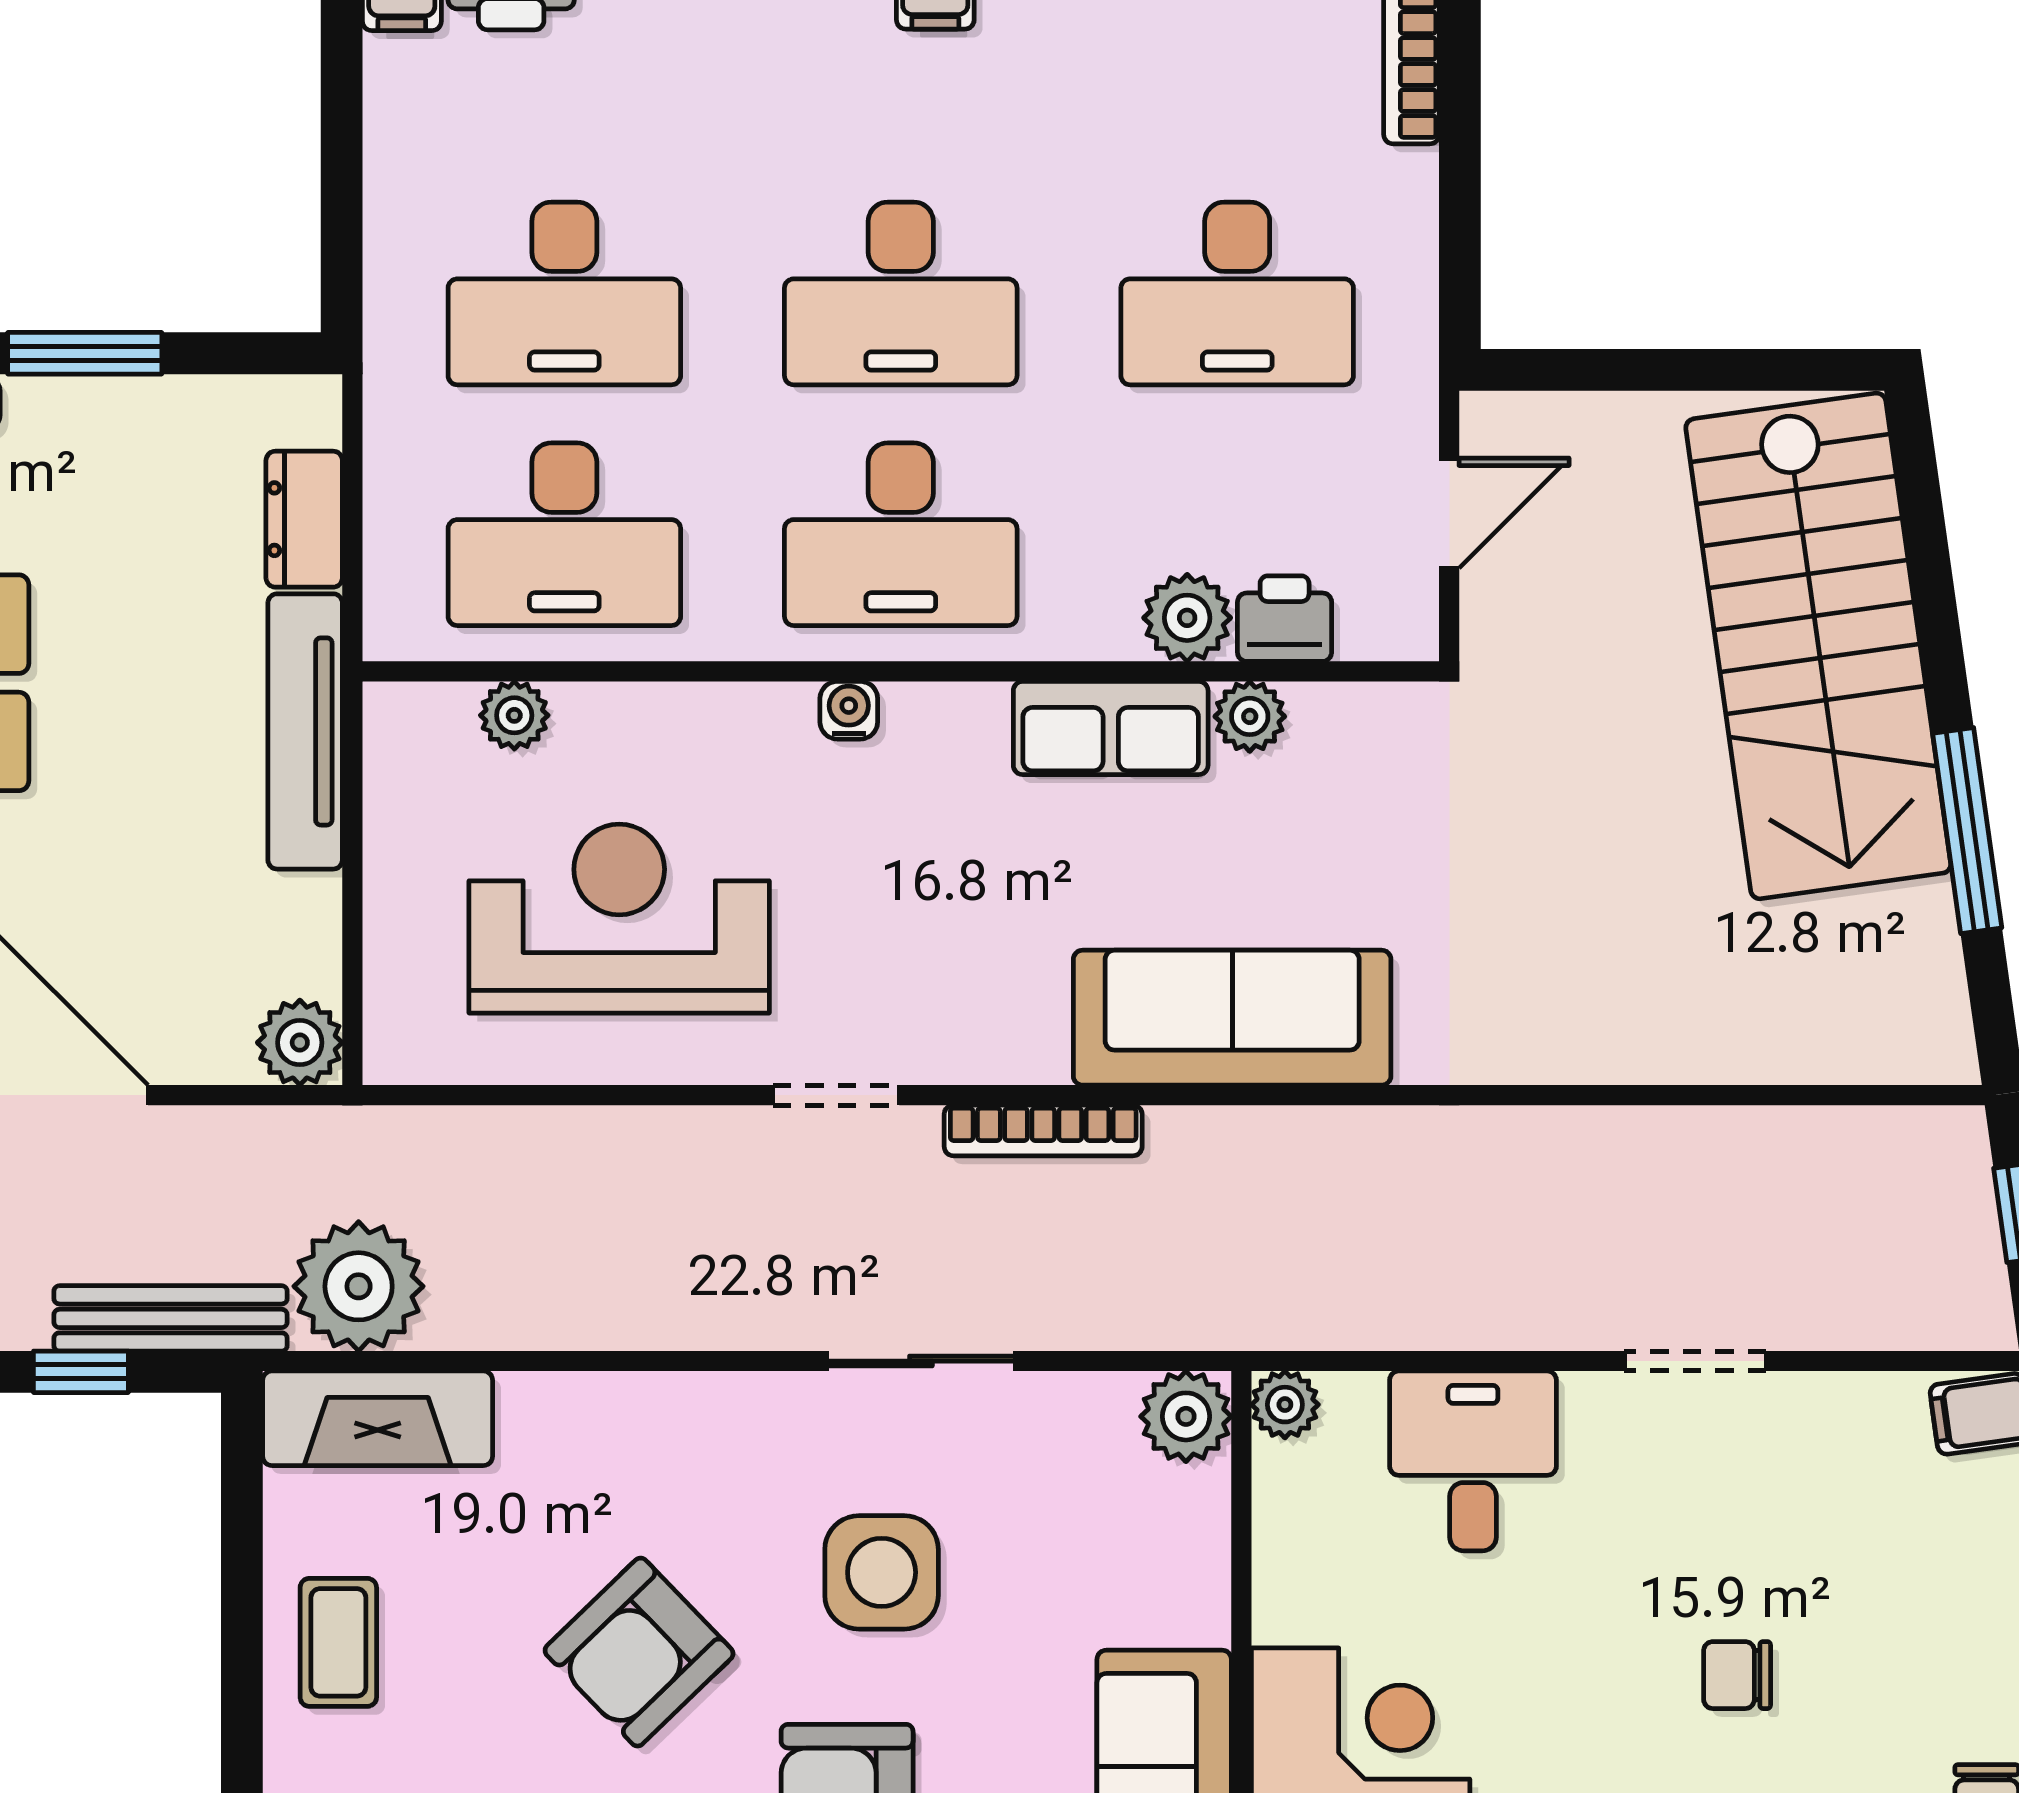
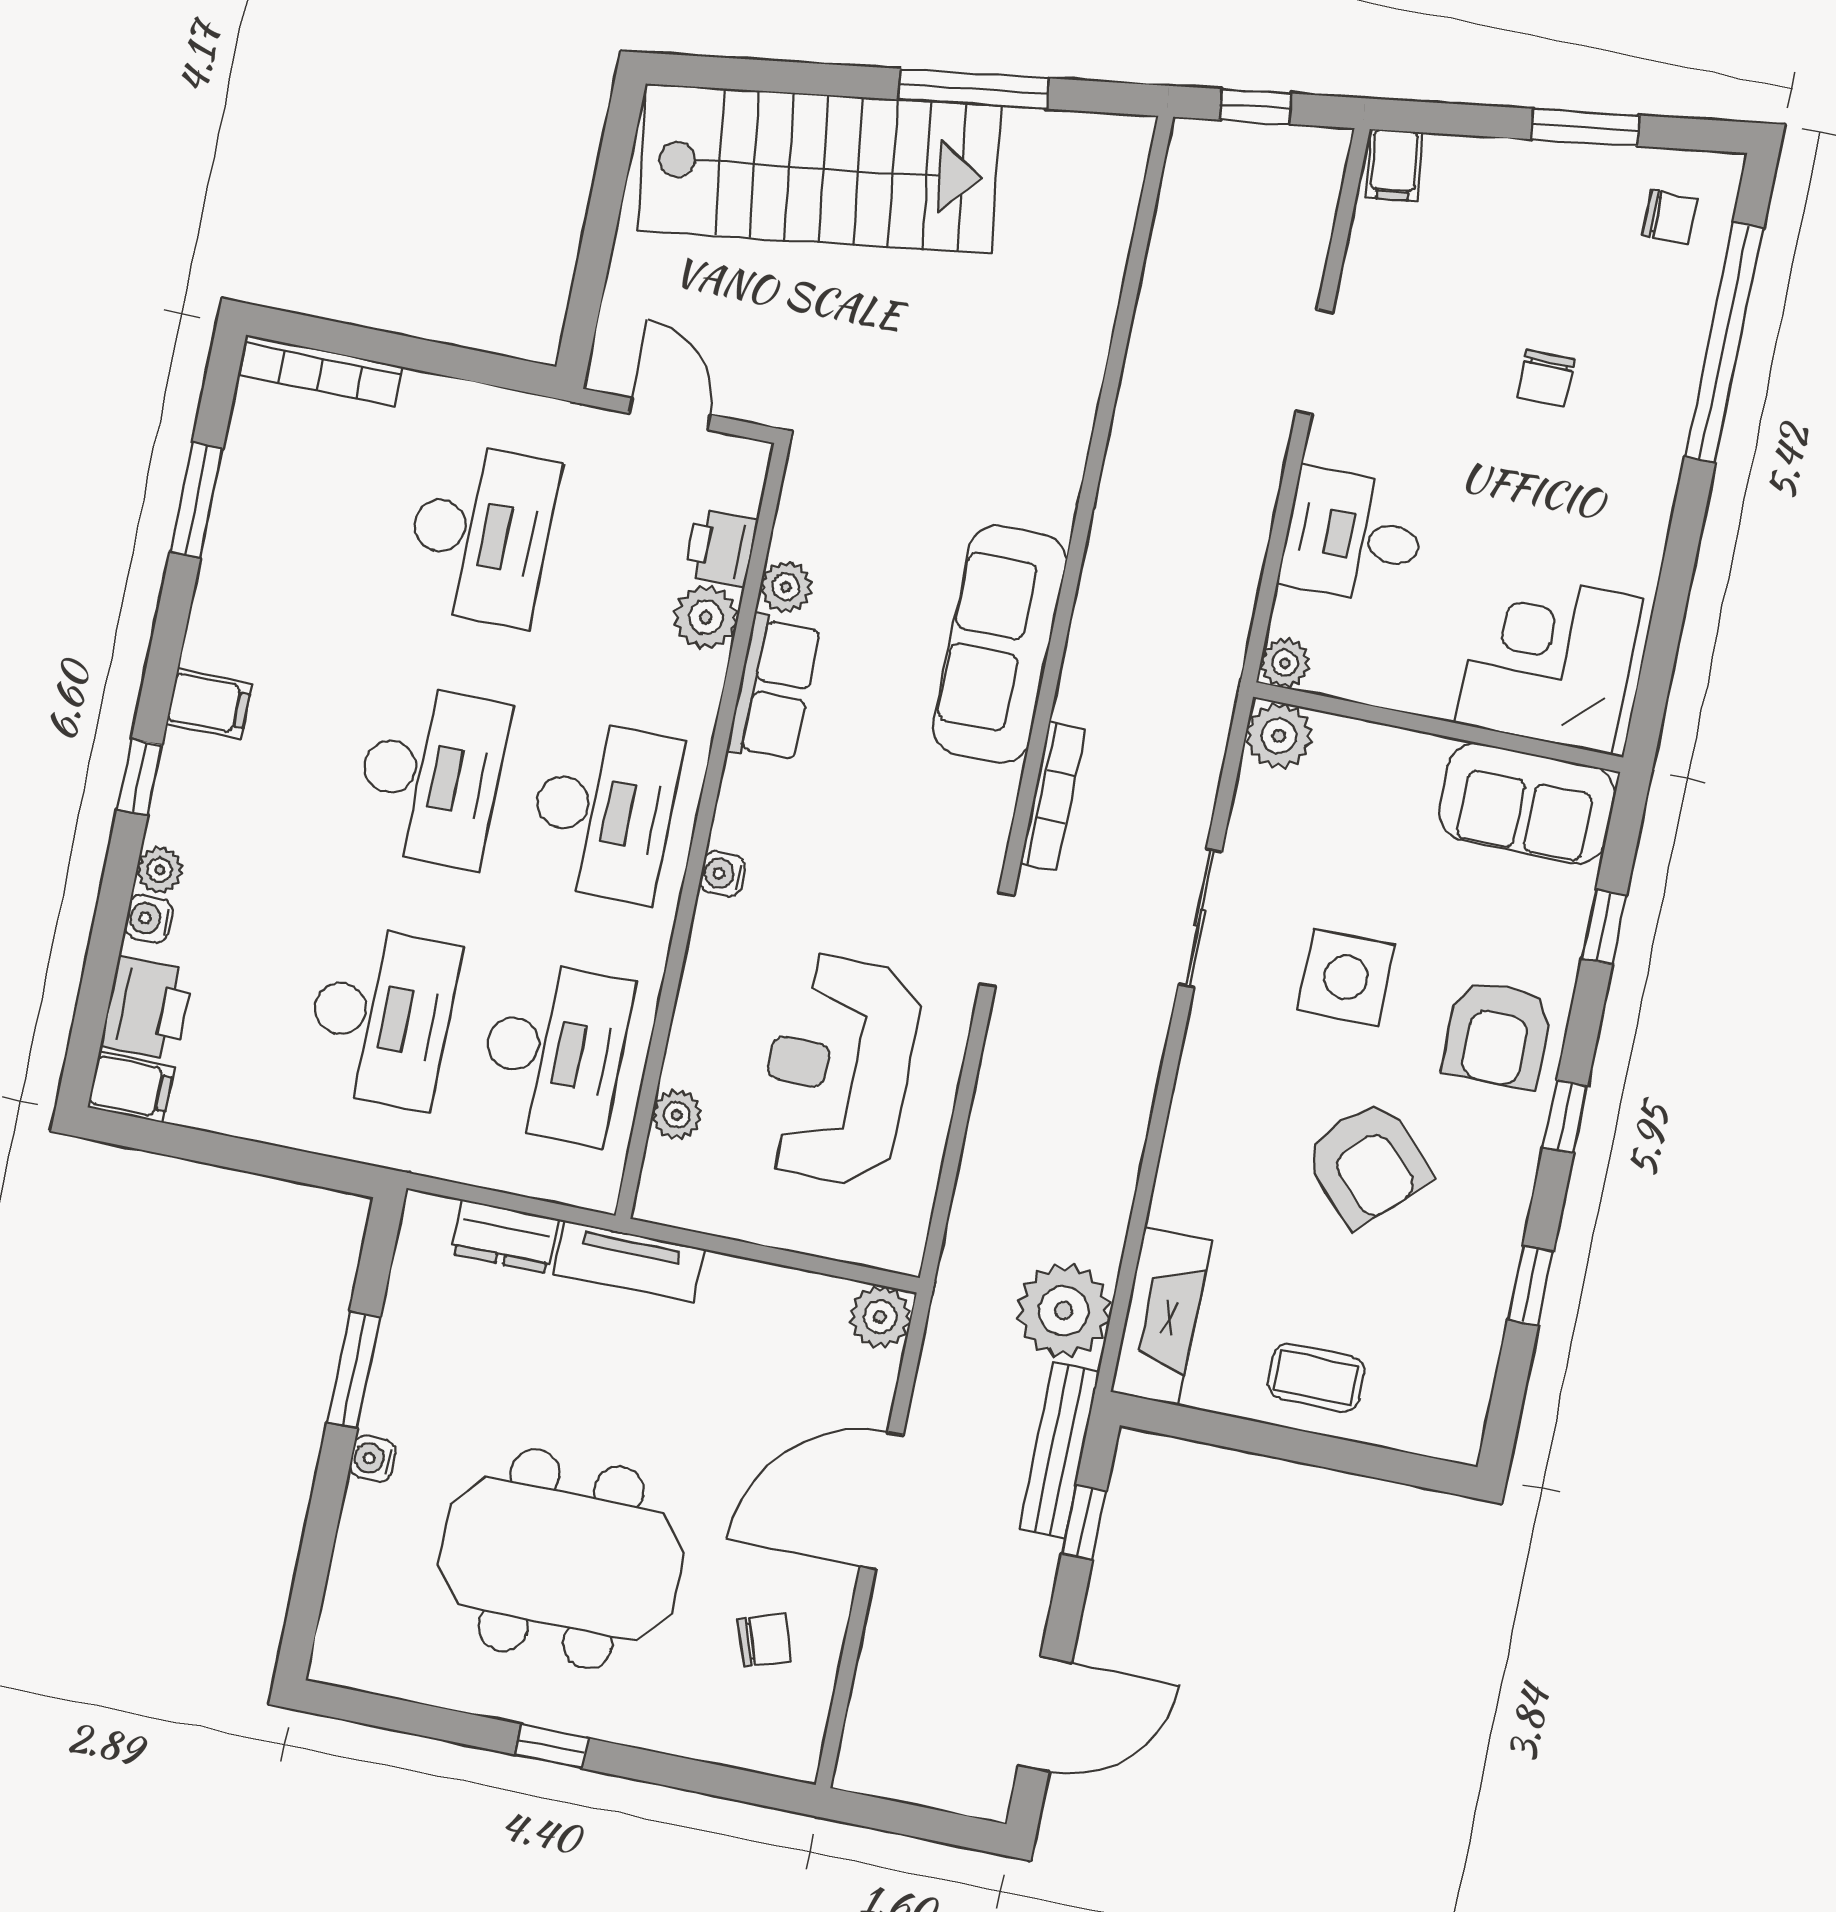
tv unit: (305, 731) -> (629, 1261), width x0.71

